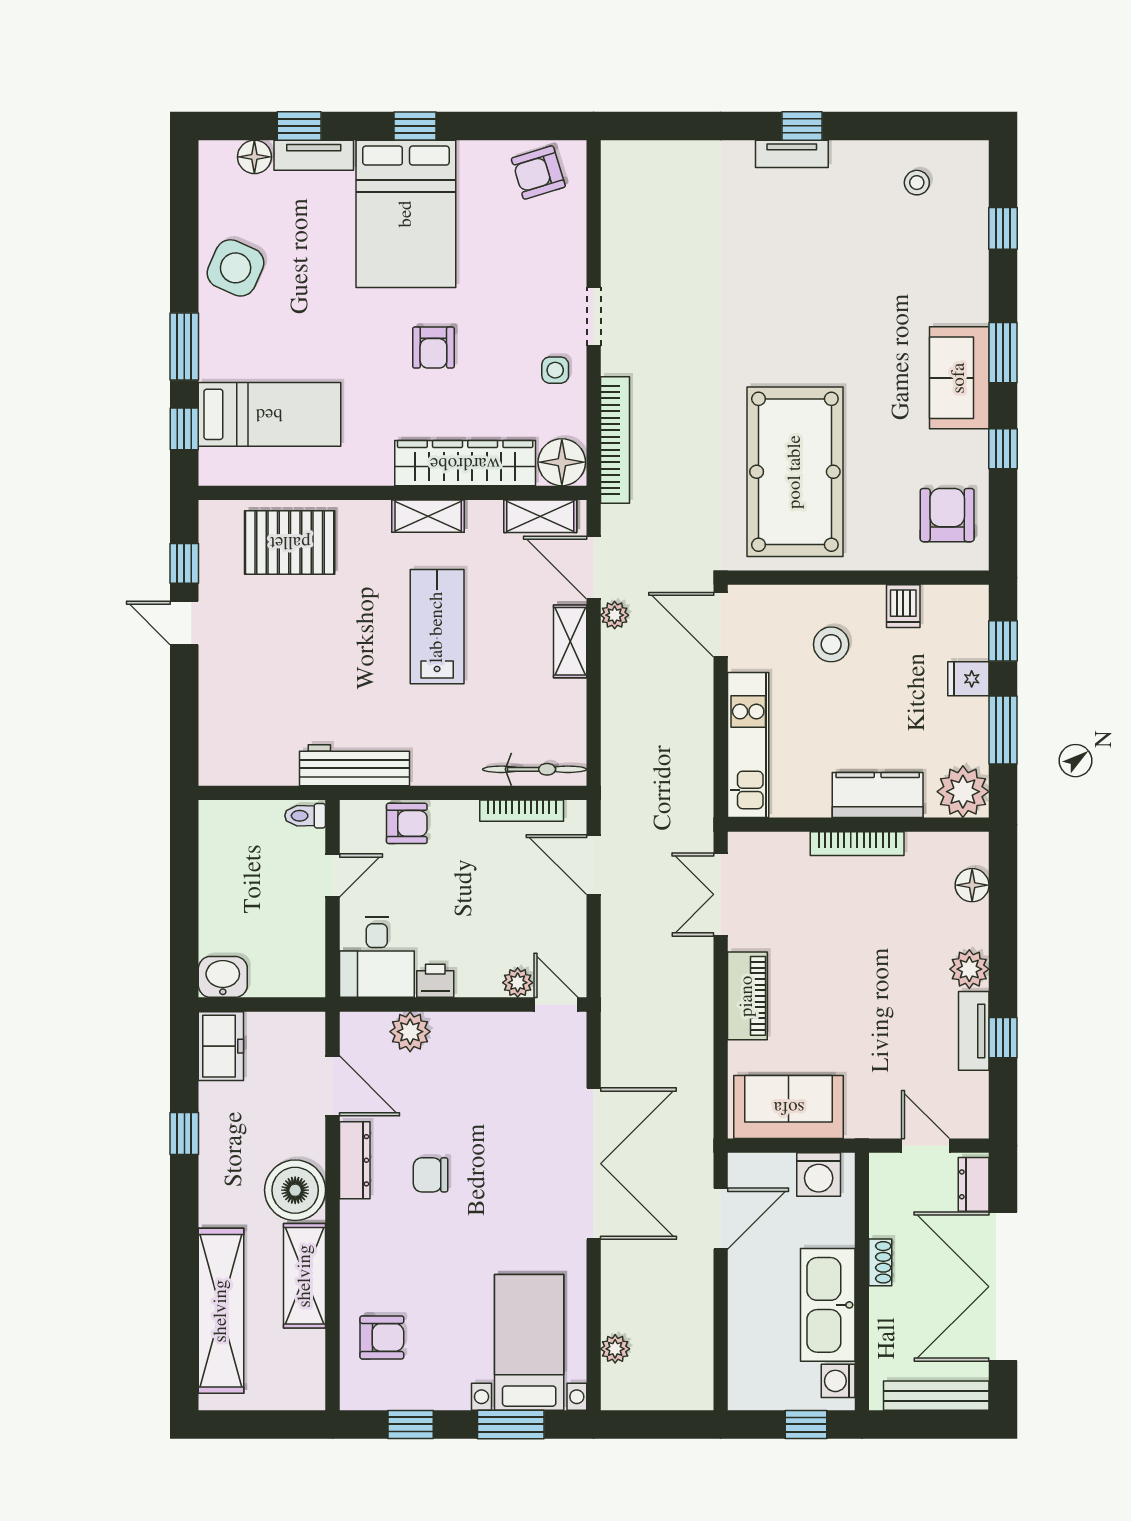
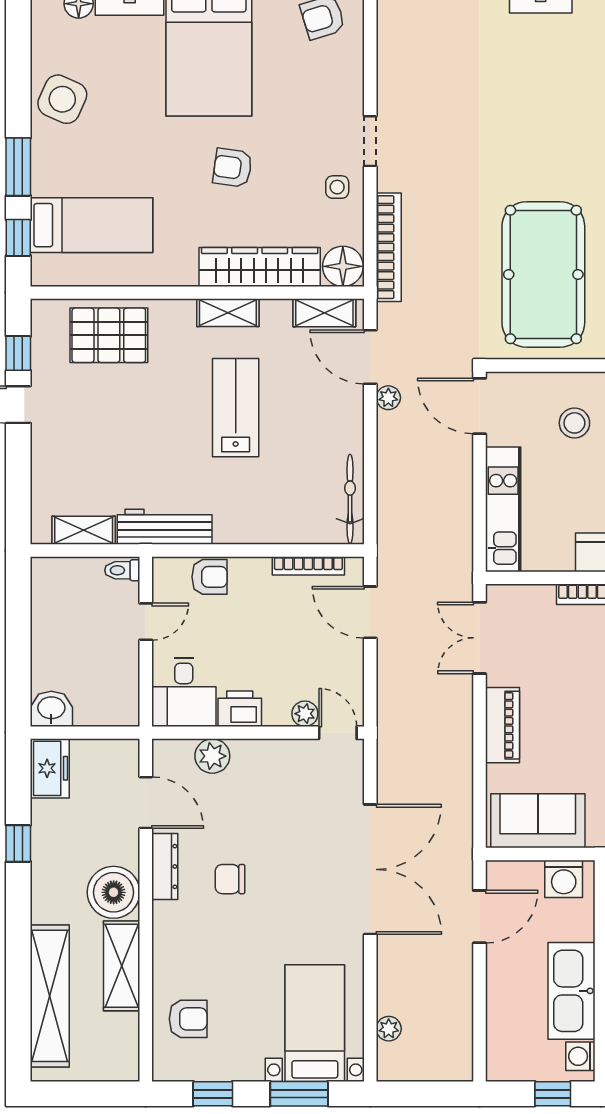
armchair: (433, 348) -> (233, 168), turned 98
shelving: (570, 641) -> (84, 530), moved, turned 90
bicycle: (535, 769) -> (350, 499), moved, turned -90
printer: (435, 981) -> (240, 709), width x1.36, depth x1.24

